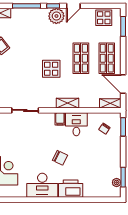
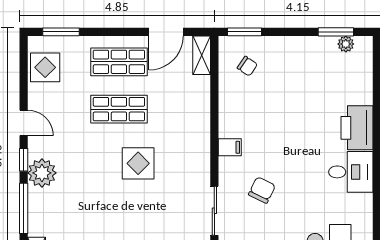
plant: (56, 16) -> (42, 173), moved
shelving: (68, 103) -> (201, 133), removed
desk: (76, 124) -> (240, 117), removed
chair: (60, 158) -> (262, 190), moved
desk: (42, 185) -> (351, 172), width x0.73

